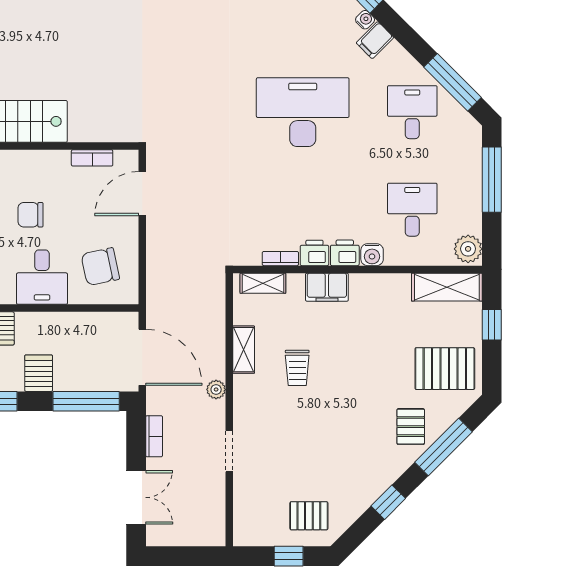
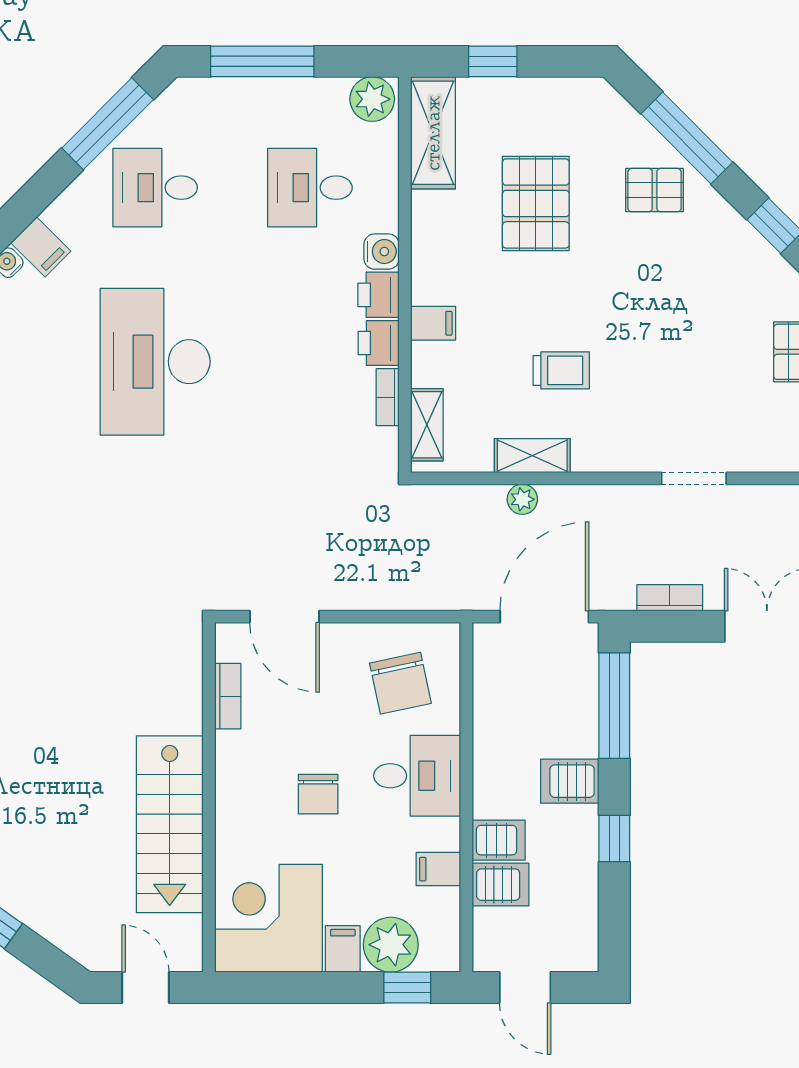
filing cabinet: (327, 287) -> (433, 323), width x0.50
pallet: (445, 369) -> (536, 203), moved
plant: (216, 390) -> (522, 499), moved

